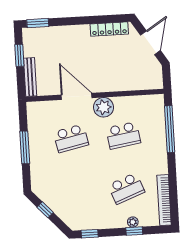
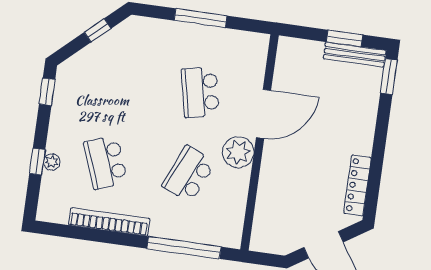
bench: (30, 77) -> (355, 55), moved
school desk: (123, 135) -> (189, 174), turned 33
bookcase: (164, 200) -> (109, 222), moved

